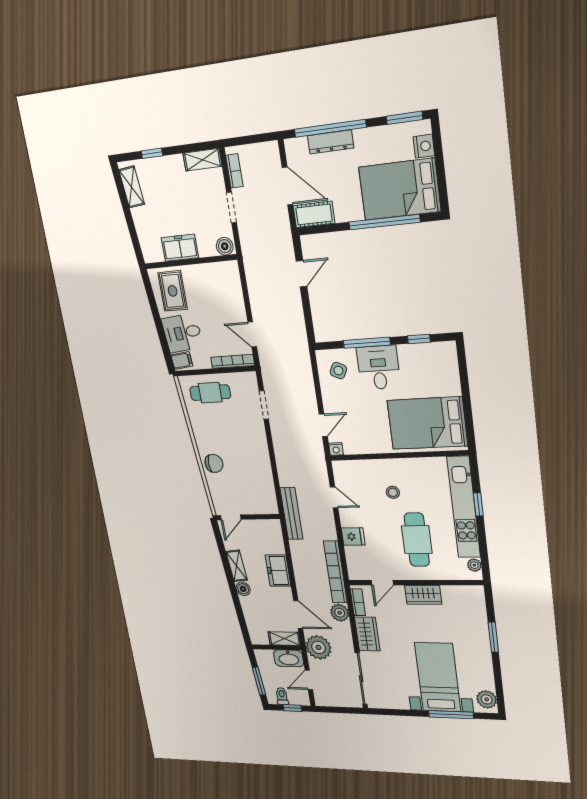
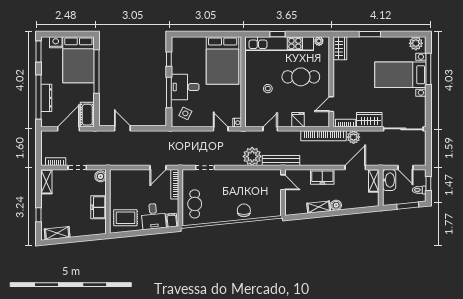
door: (231, 517) -> (283, 182), moved
door: (382, 583) -> (331, 104), swing flipped
wardrobe: (423, 595) -> (340, 48), moved
plant: (318, 647) -> (252, 156), moved

